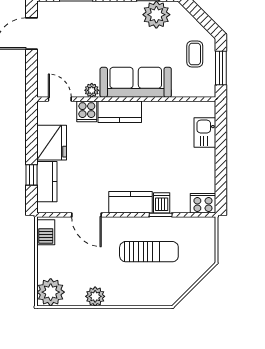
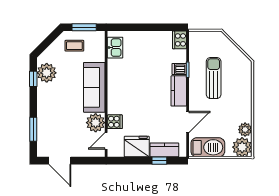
plant: (92, 90) -> (96, 123), width x1.88, depth x1.88
kitchen counter: (120, 112) -> (115, 99), removed
kitchen sink: (205, 133) -> (115, 48), moved, turned -90
barbecue: (46, 232) -> (208, 147), width x1.88, depth x1.53
plant: (95, 296) -> (245, 130), moved

